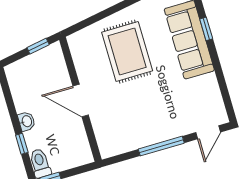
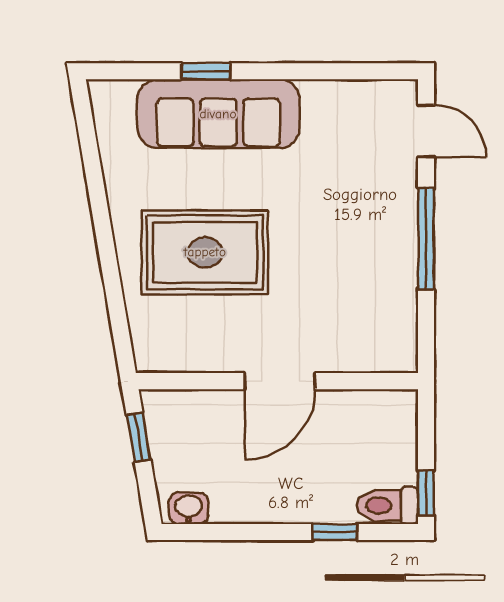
washbasin: (27, 121) -> (189, 508), moved

